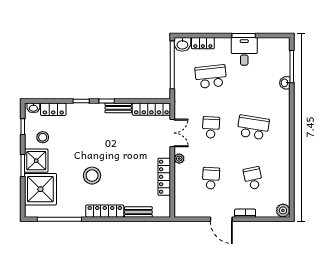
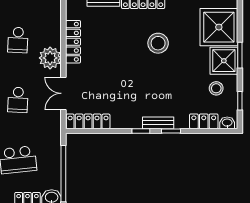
bench: (118, 108) -> (158, 123), moved
plant: (179, 159) -> (50, 58), width x1.88, depth x1.88

